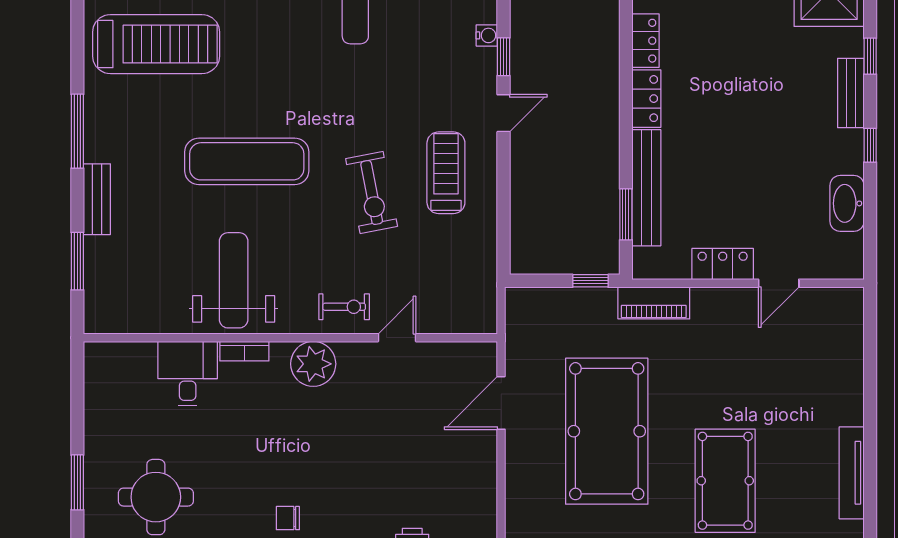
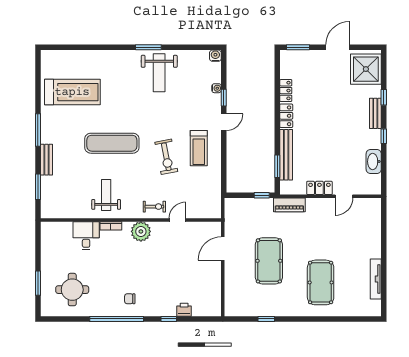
treadmill: (446, 173) -> (199, 148), turned 180
weight bench: (234, 280) -> (106, 195), width x0.73, depth x0.75
pool table: (607, 431) -> (269, 261), width x0.73, depth x0.76

